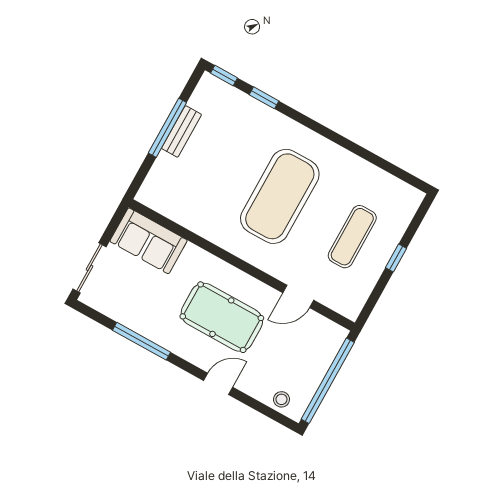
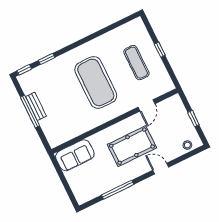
sliding door: (89, 268) -> (69, 190), removed
window: (328, 381) -> (193, 119), width x0.32
door: (218, 384) -> (161, 169), hinge flipped

